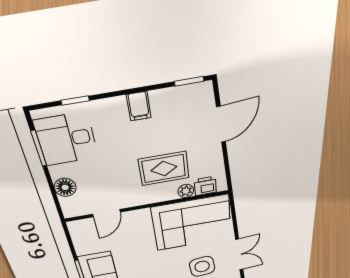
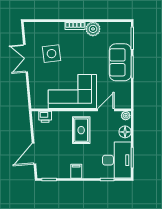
desk: (66, 139) -> (117, 160), width x1.37
rug: (164, 169) -> (81, 130), moved, turned 90
plant: (186, 191) -> (126, 116), moved
corner sofa: (192, 223) -> (72, 91), moved

